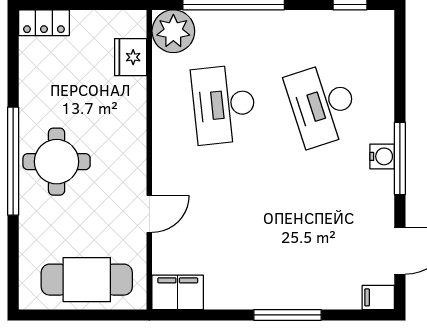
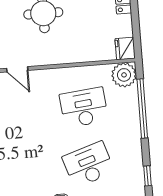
fridge: (131, 57) -> (125, 48), moved, turned -90

